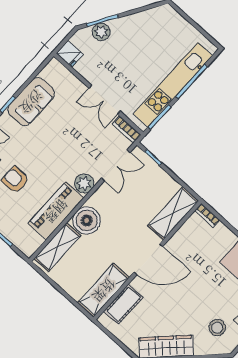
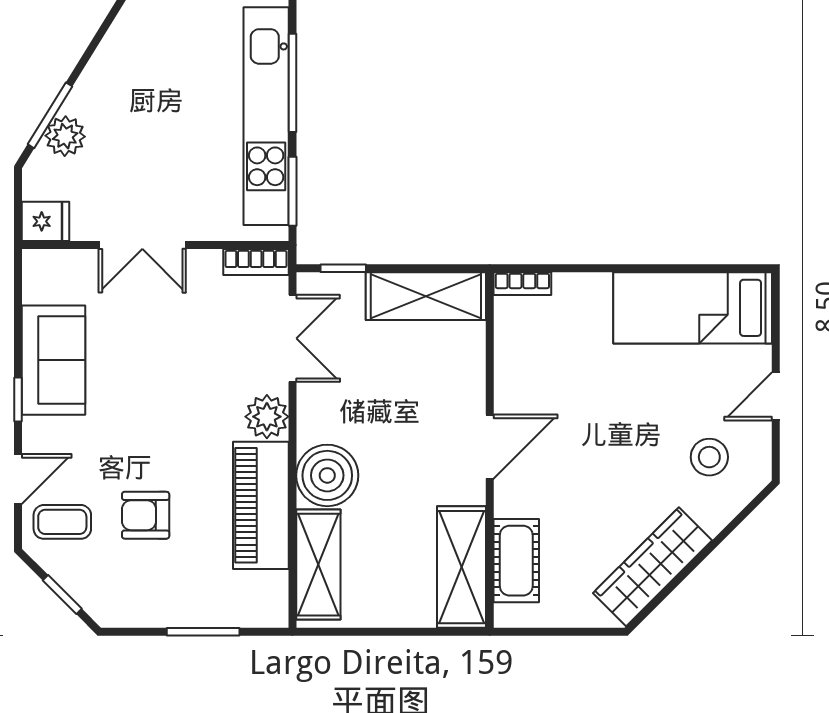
double door: (105, 100) -> (142, 245), moved
shelving: (173, 213) -> (426, 296), moved, turned 90
door: (148, 259) -> (490, 447), width x0.73

